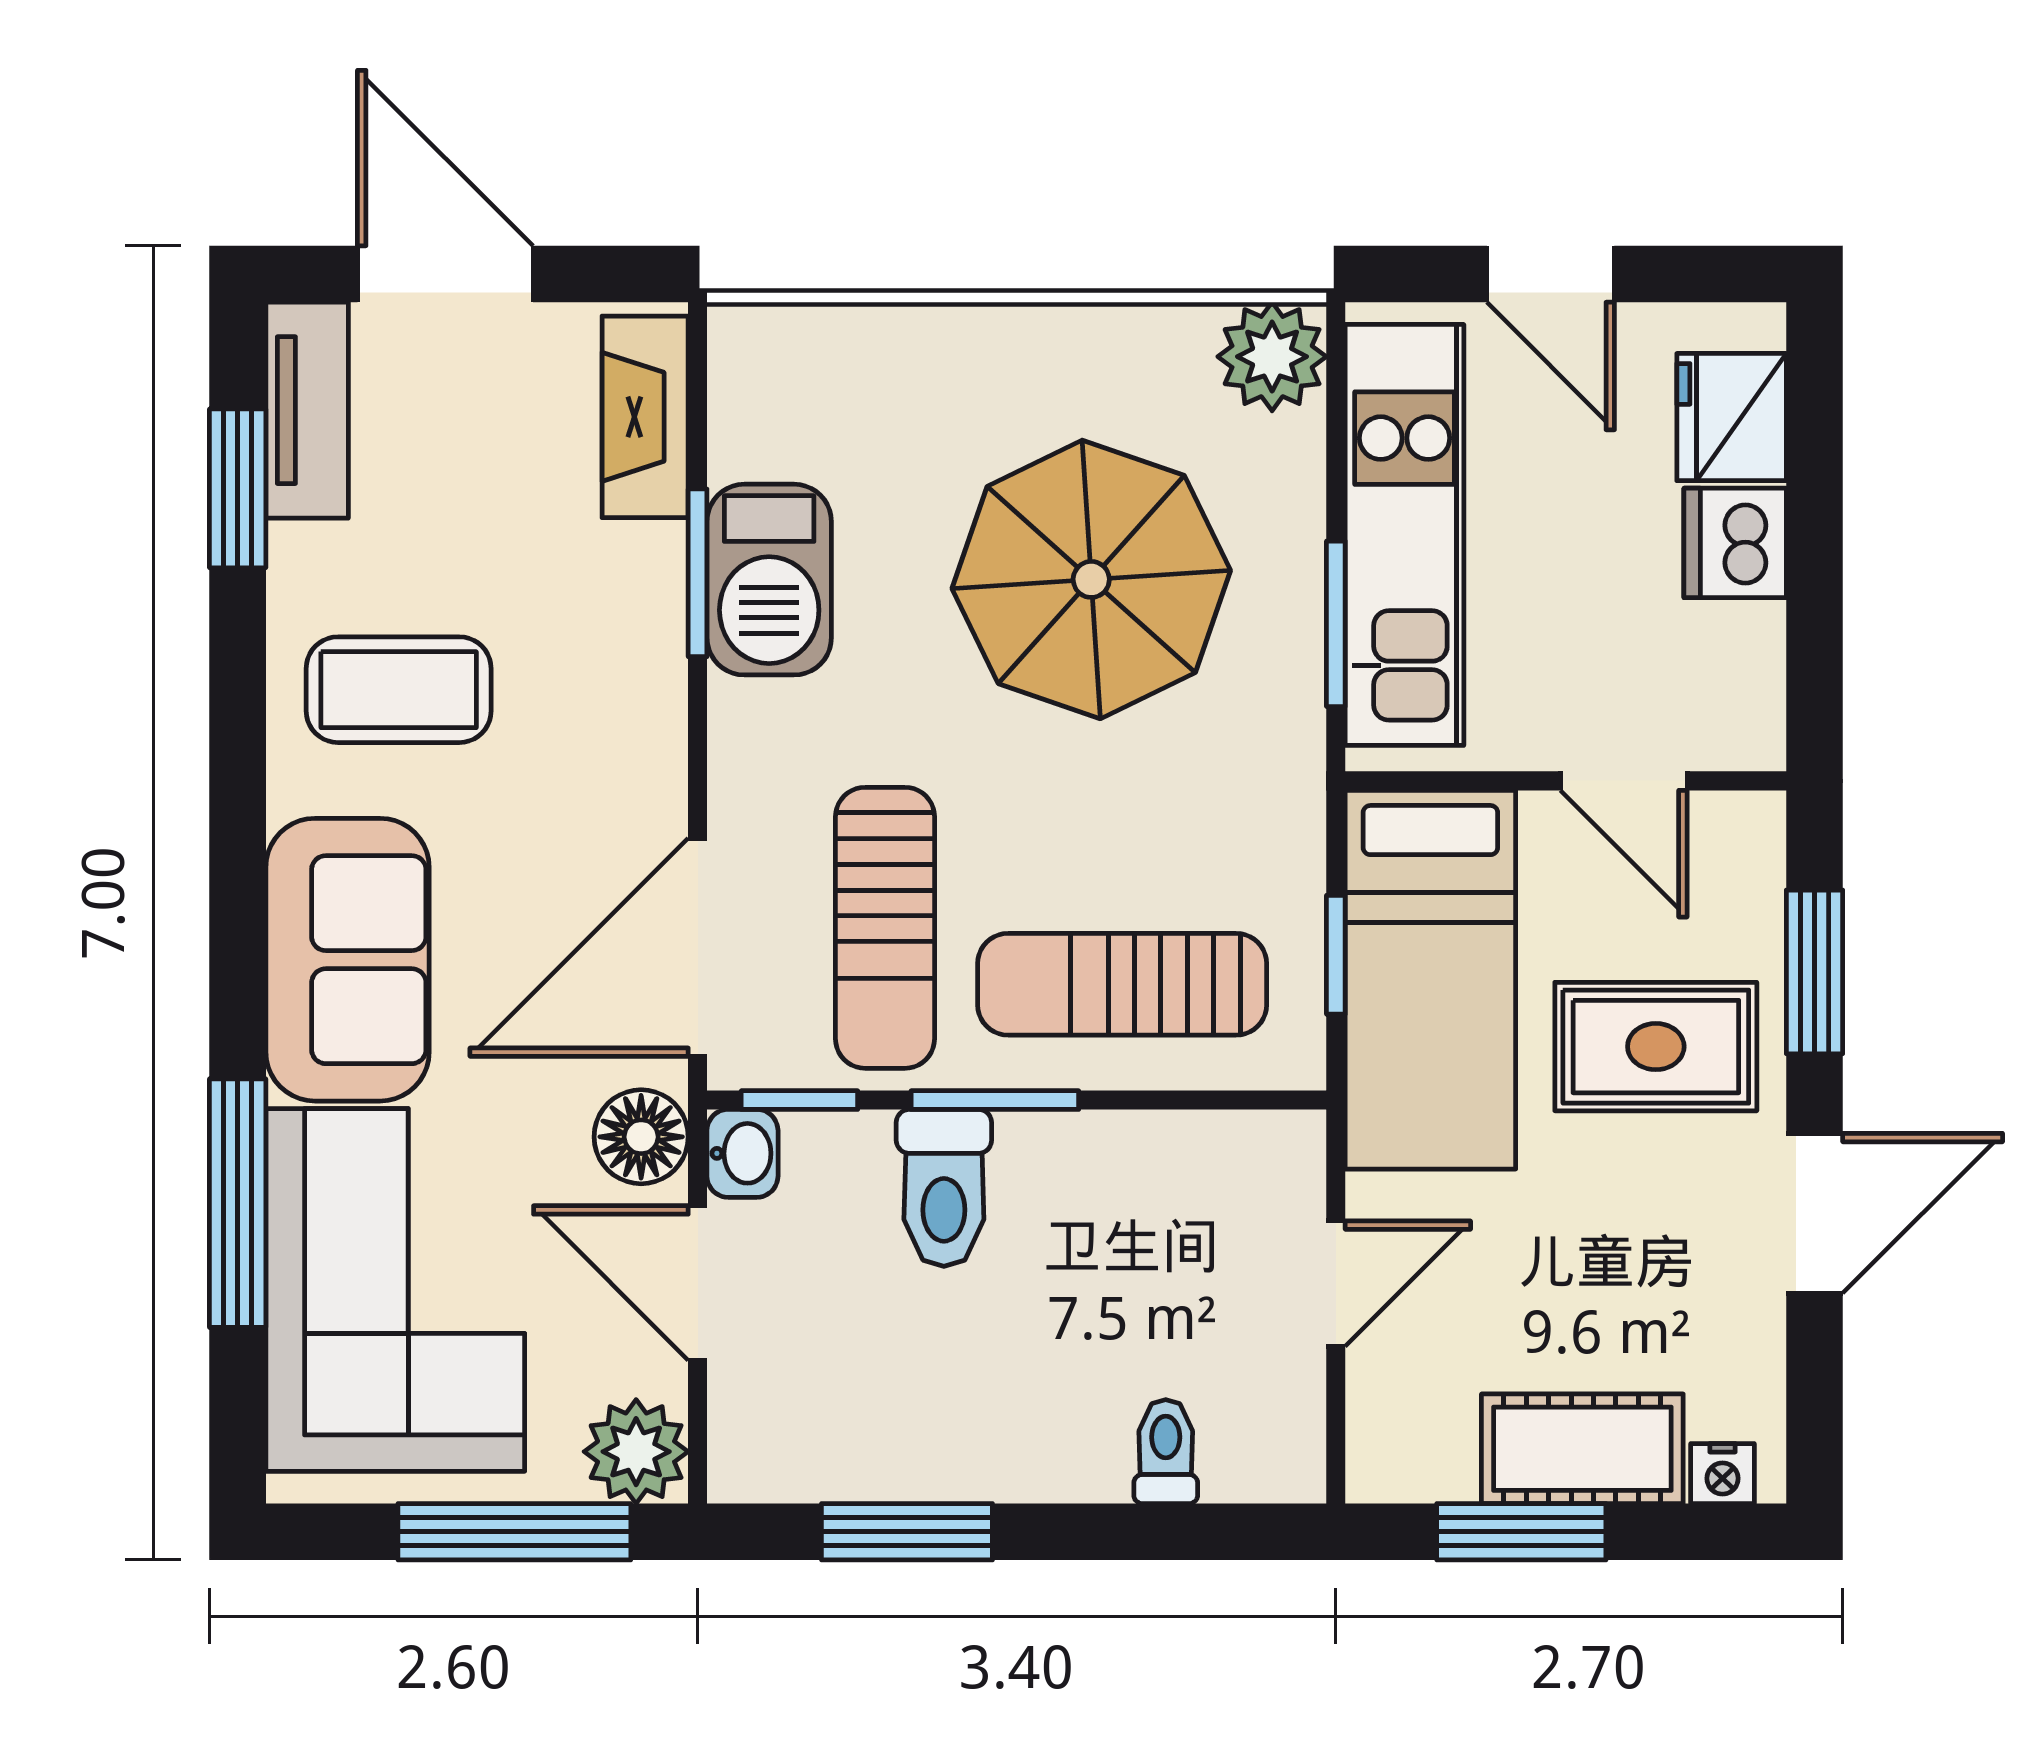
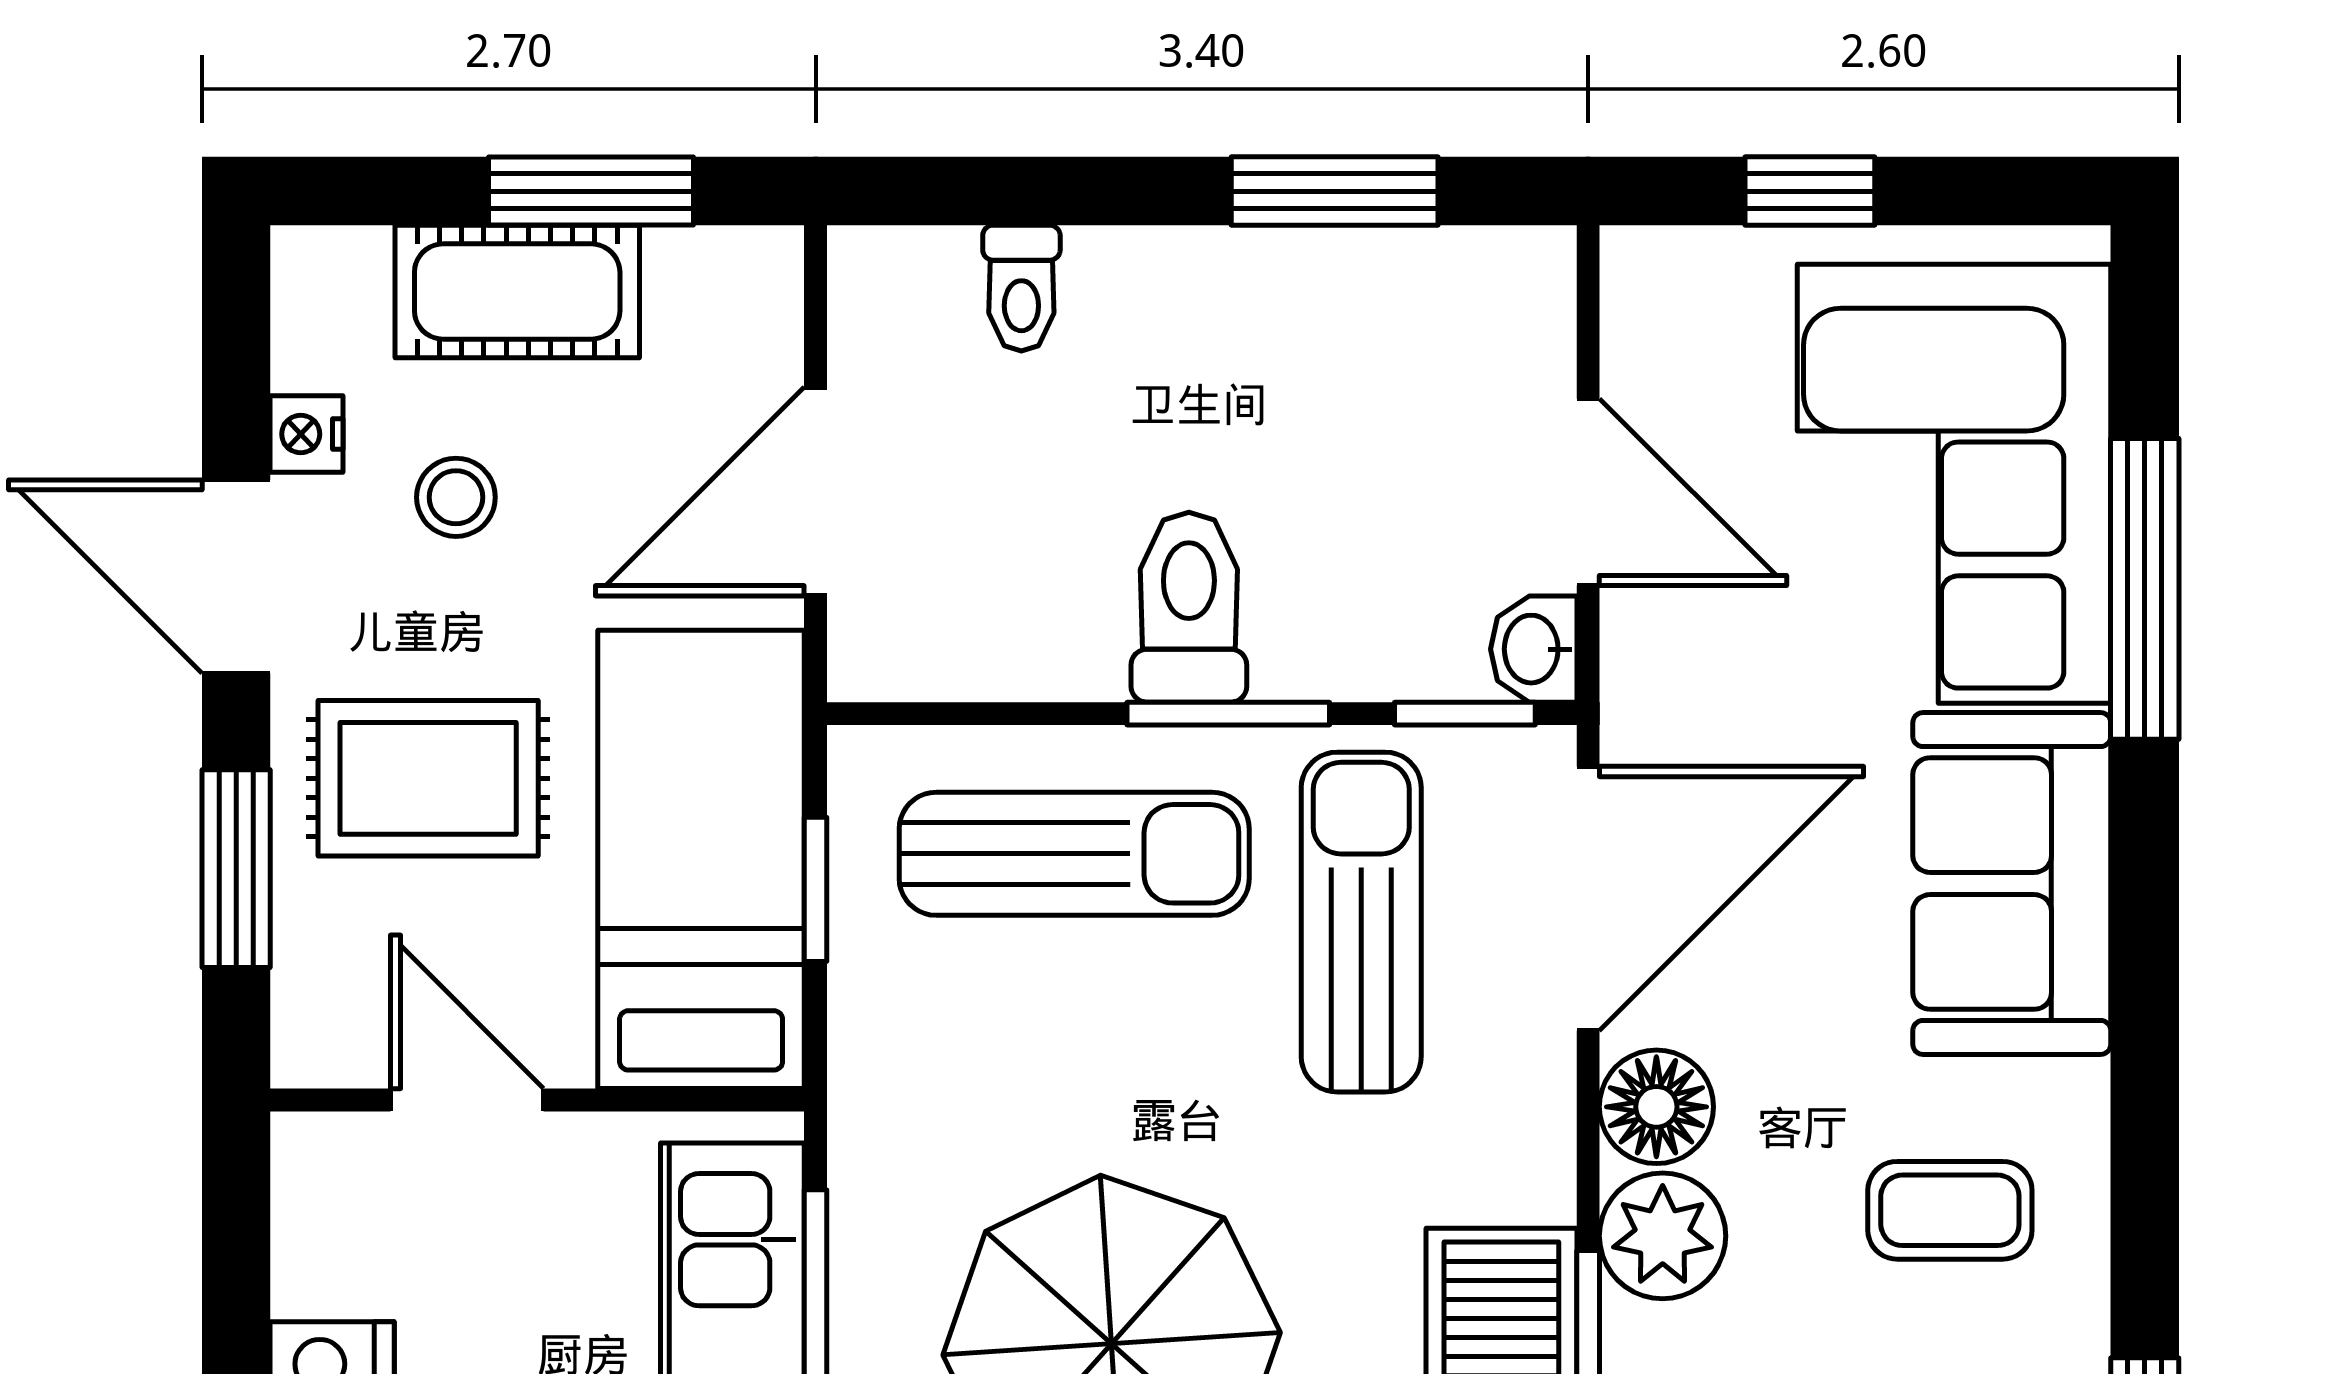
coffee table: (399, 690) -> (1950, 1210), width x0.73, depth x0.77
floor lamp: (641, 1137) -> (1656, 1107), moved
toilet: (944, 1188) -> (1189, 607), moved
door: (1815, 1213) -> (236, 577), hinge flipped
stool: (1633, 1279) -> (456, 497), added
door: (1336, 1284) -> (816, 491), width x1.38
plant: (636, 1452) -> (1663, 1236), moved
nightstand: (1723, 1474) -> (307, 434), moved, turned -90
window: (514, 1532) -> (1810, 191), width x0.46

